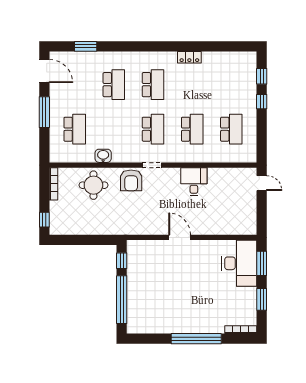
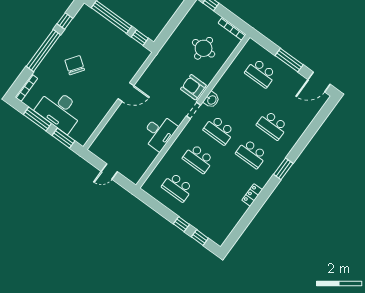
window: (86, 46) -> (283, 169), moved
washbasin: (103, 156) -> (212, 100), moved
desk: (194, 182) -> (159, 132), width x1.37
door: (262, 183) -> (109, 172), moved
round table: (93, 185) -> (204, 48), moved
desk: (239, 263) -> (60, 110), moved
window: (262, 299) -> (37, 119), width x1.44
chair: (189, 301) -> (75, 65), added
window: (156, 339) -> (65, 21), added

